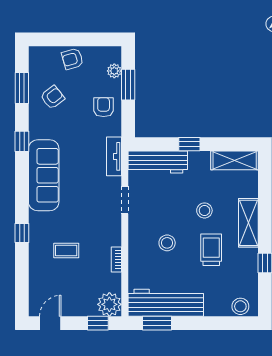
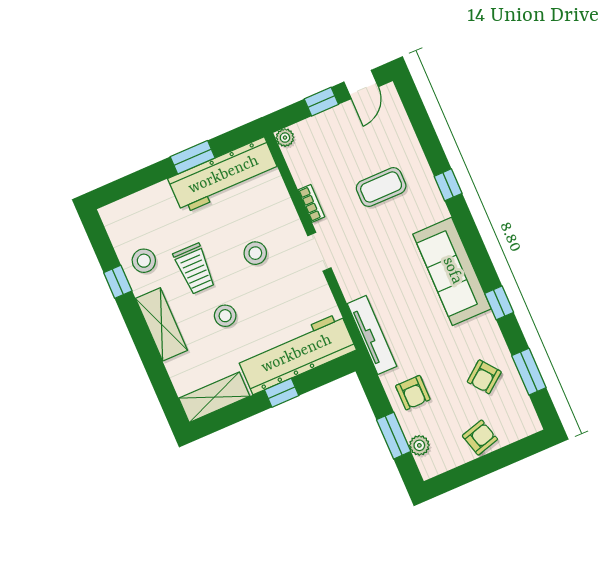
tv unit: (114, 156) -> (372, 335), width x1.41
workbench: (158, 162) -> (297, 354), width x1.36, depth x1.32
doorway: (125, 200) -> (319, 252), moved
coffee table: (66, 250) -> (381, 187), width x1.36, depth x1.30
plant: (109, 304) -> (285, 138), width x0.53, depth x0.53
stool: (240, 306) -> (144, 261), moved
window: (98, 323) -> (321, 102), moved
window: (157, 323) -> (193, 157), moved

